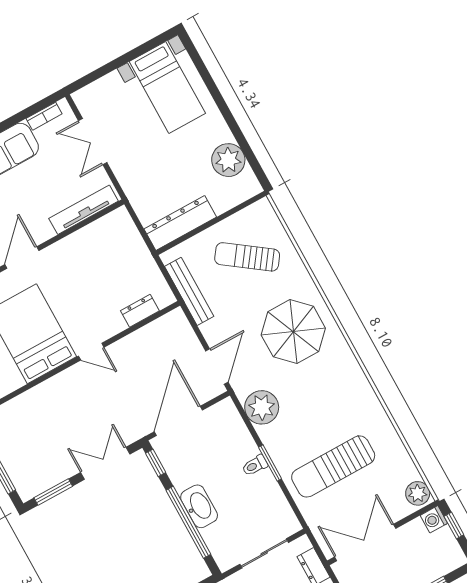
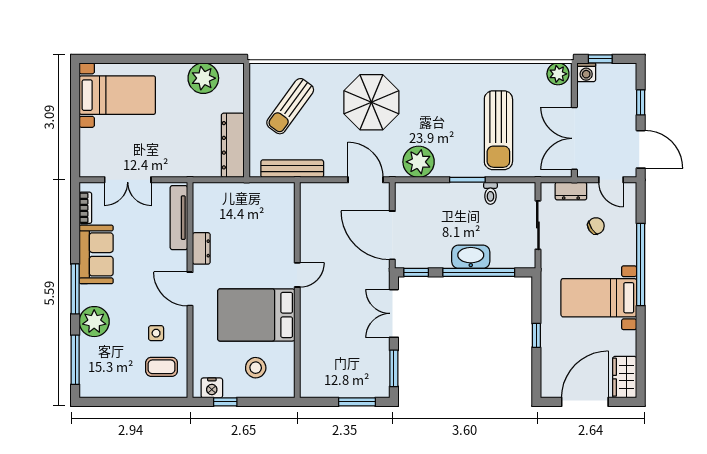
dresser: (140, 311) -> (201, 248), moved, turned 180
toilet: (255, 465) -> (490, 193), moved

